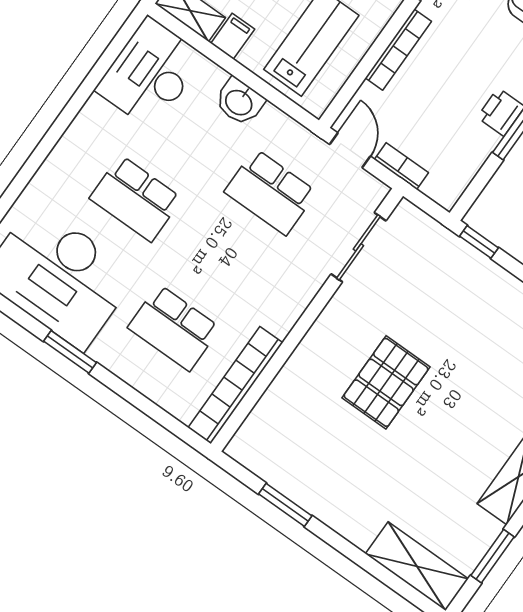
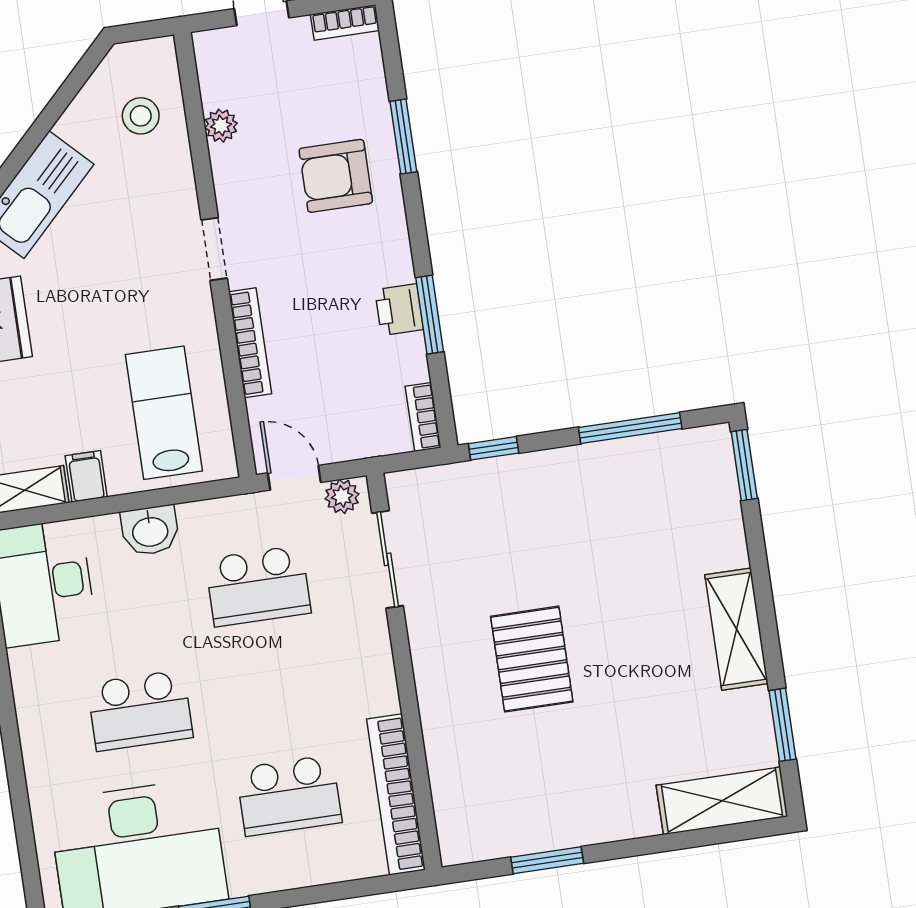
bookcase: (401, 166) -> (423, 417), moved, turned -90
plant: (367, 187) -> (342, 496), added

